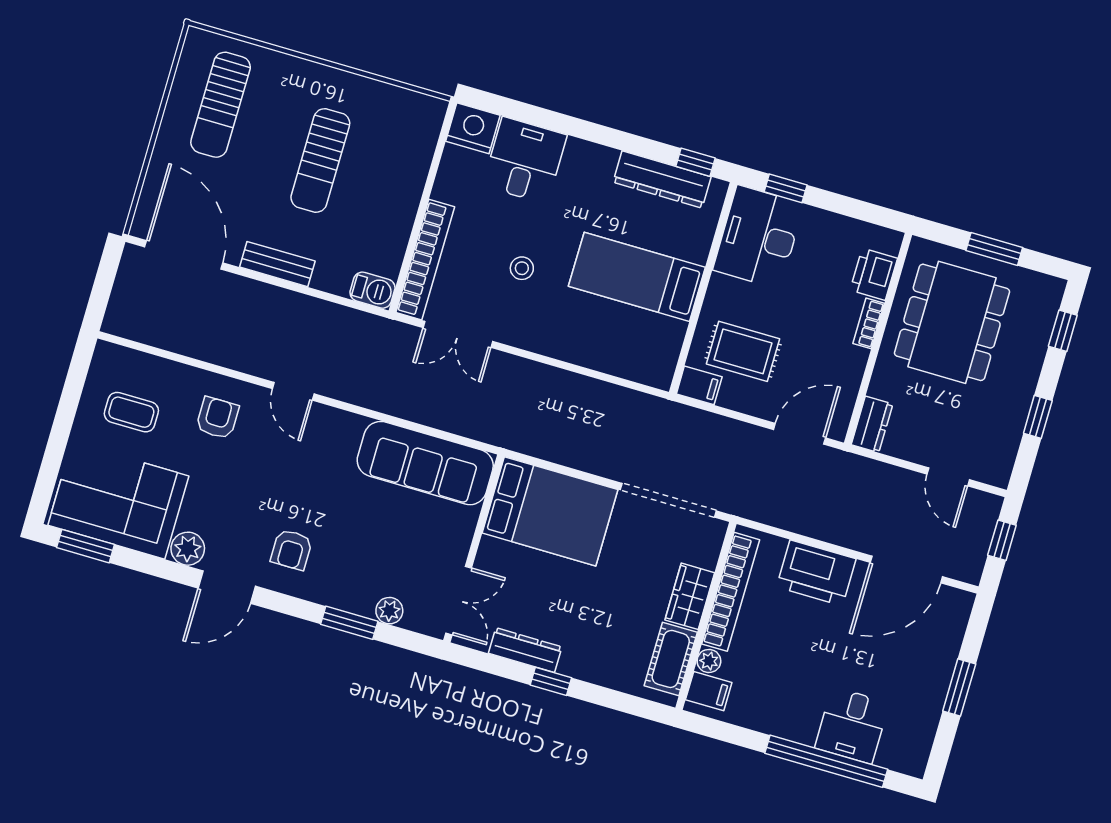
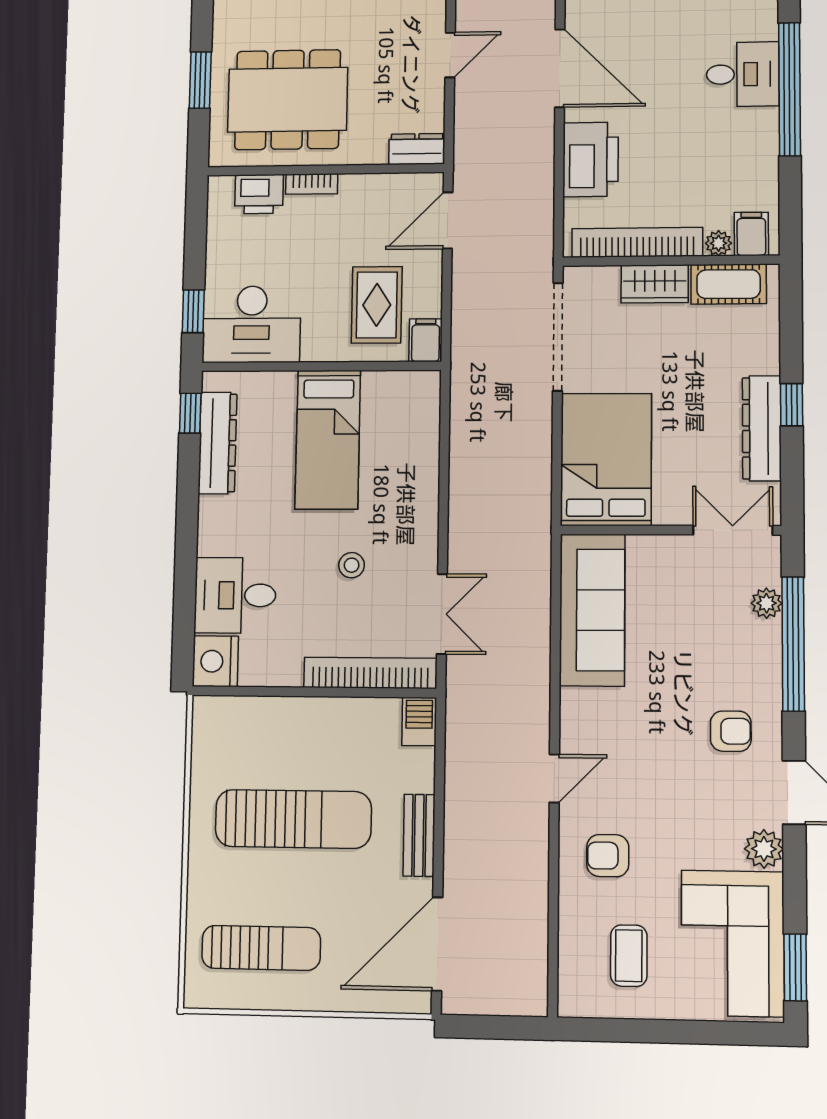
sun lounger: (320, 160) -> (293, 819), width x1.36, depth x1.34
door: (800, 434) -> (448, 220), hinge flipped
window: (349, 623) -> (793, 644), width x2.11
dresser: (525, 650) -> (762, 428), width x1.37, depth x1.24

